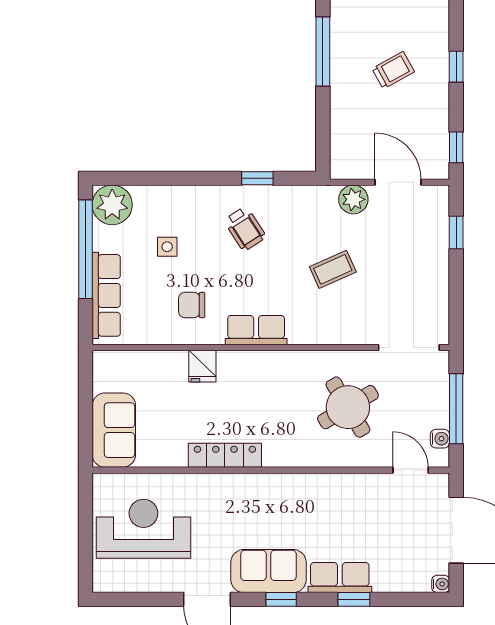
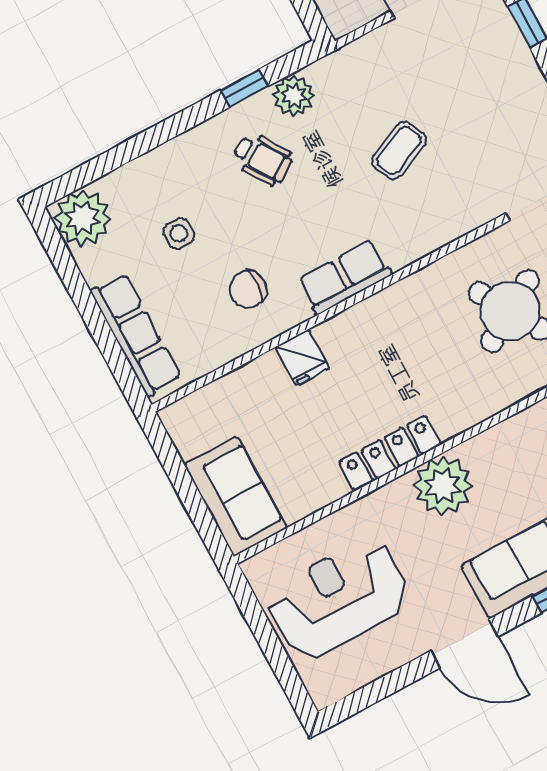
plant: (353, 199) -> (294, 96), moved
window: (86, 249) -> (79, 291), removed
plant: (247, 494) -> (443, 486), added

